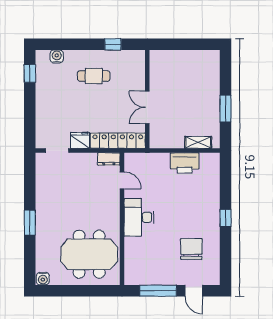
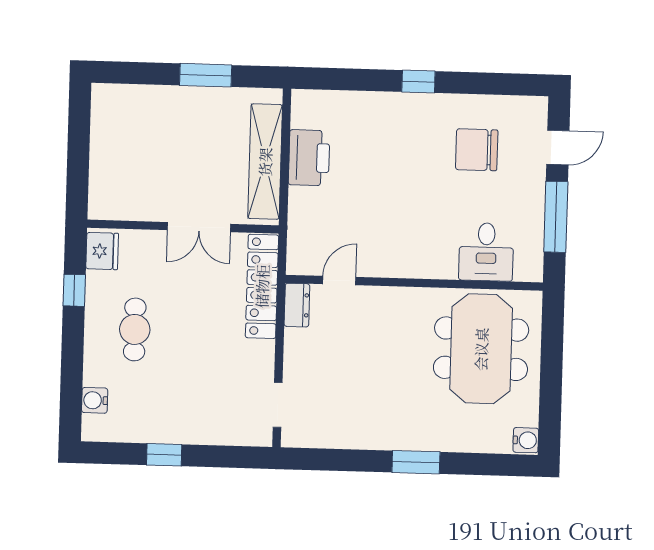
window: (30, 73) -> (164, 455), moved
fridge: (80, 140) -> (102, 251), moved, turned 180
shelving: (198, 142) -> (265, 162), width x2.20, depth x1.33
desk: (139, 217) -> (486, 252), moved, width x0.73

